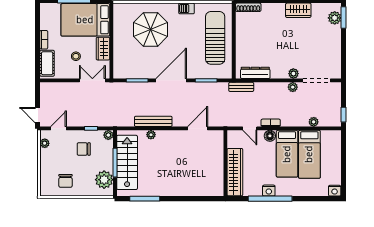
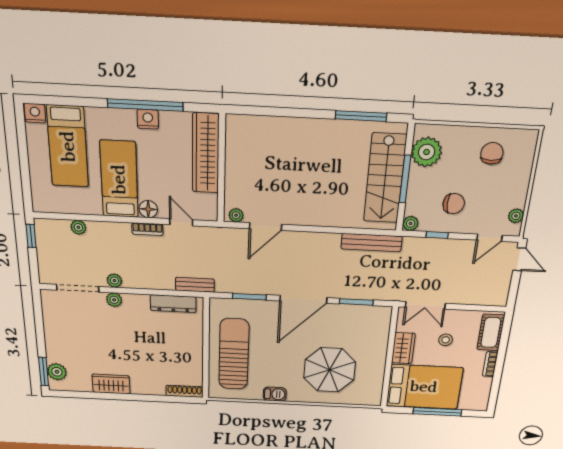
sun lounger: (215, 38) -> (234, 354), turned 180
bench: (153, 121) -> (372, 243), moved
plant: (151, 135) -> (236, 215), moved
bed: (309, 154) -> (68, 146), moved, turned 180

